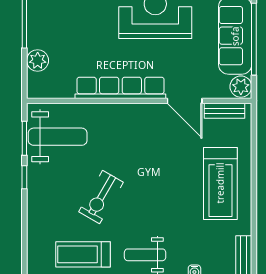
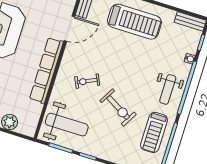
weight bench: (58, 137) -> (67, 125), turned 90
exercise bike: (123, 146) -> (87, 81), added

